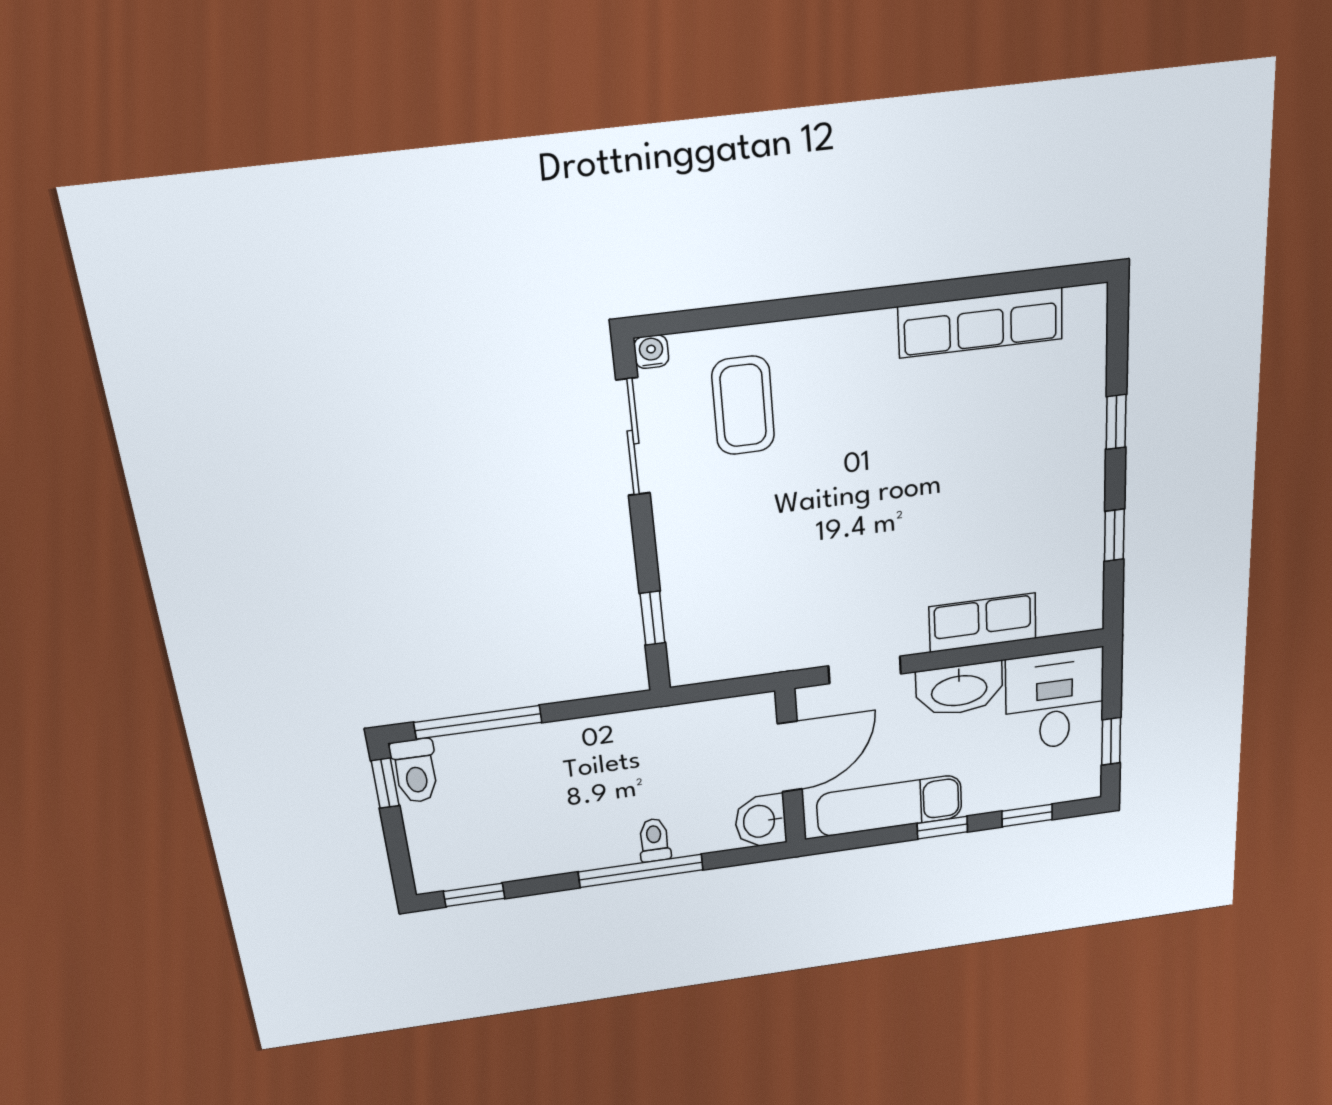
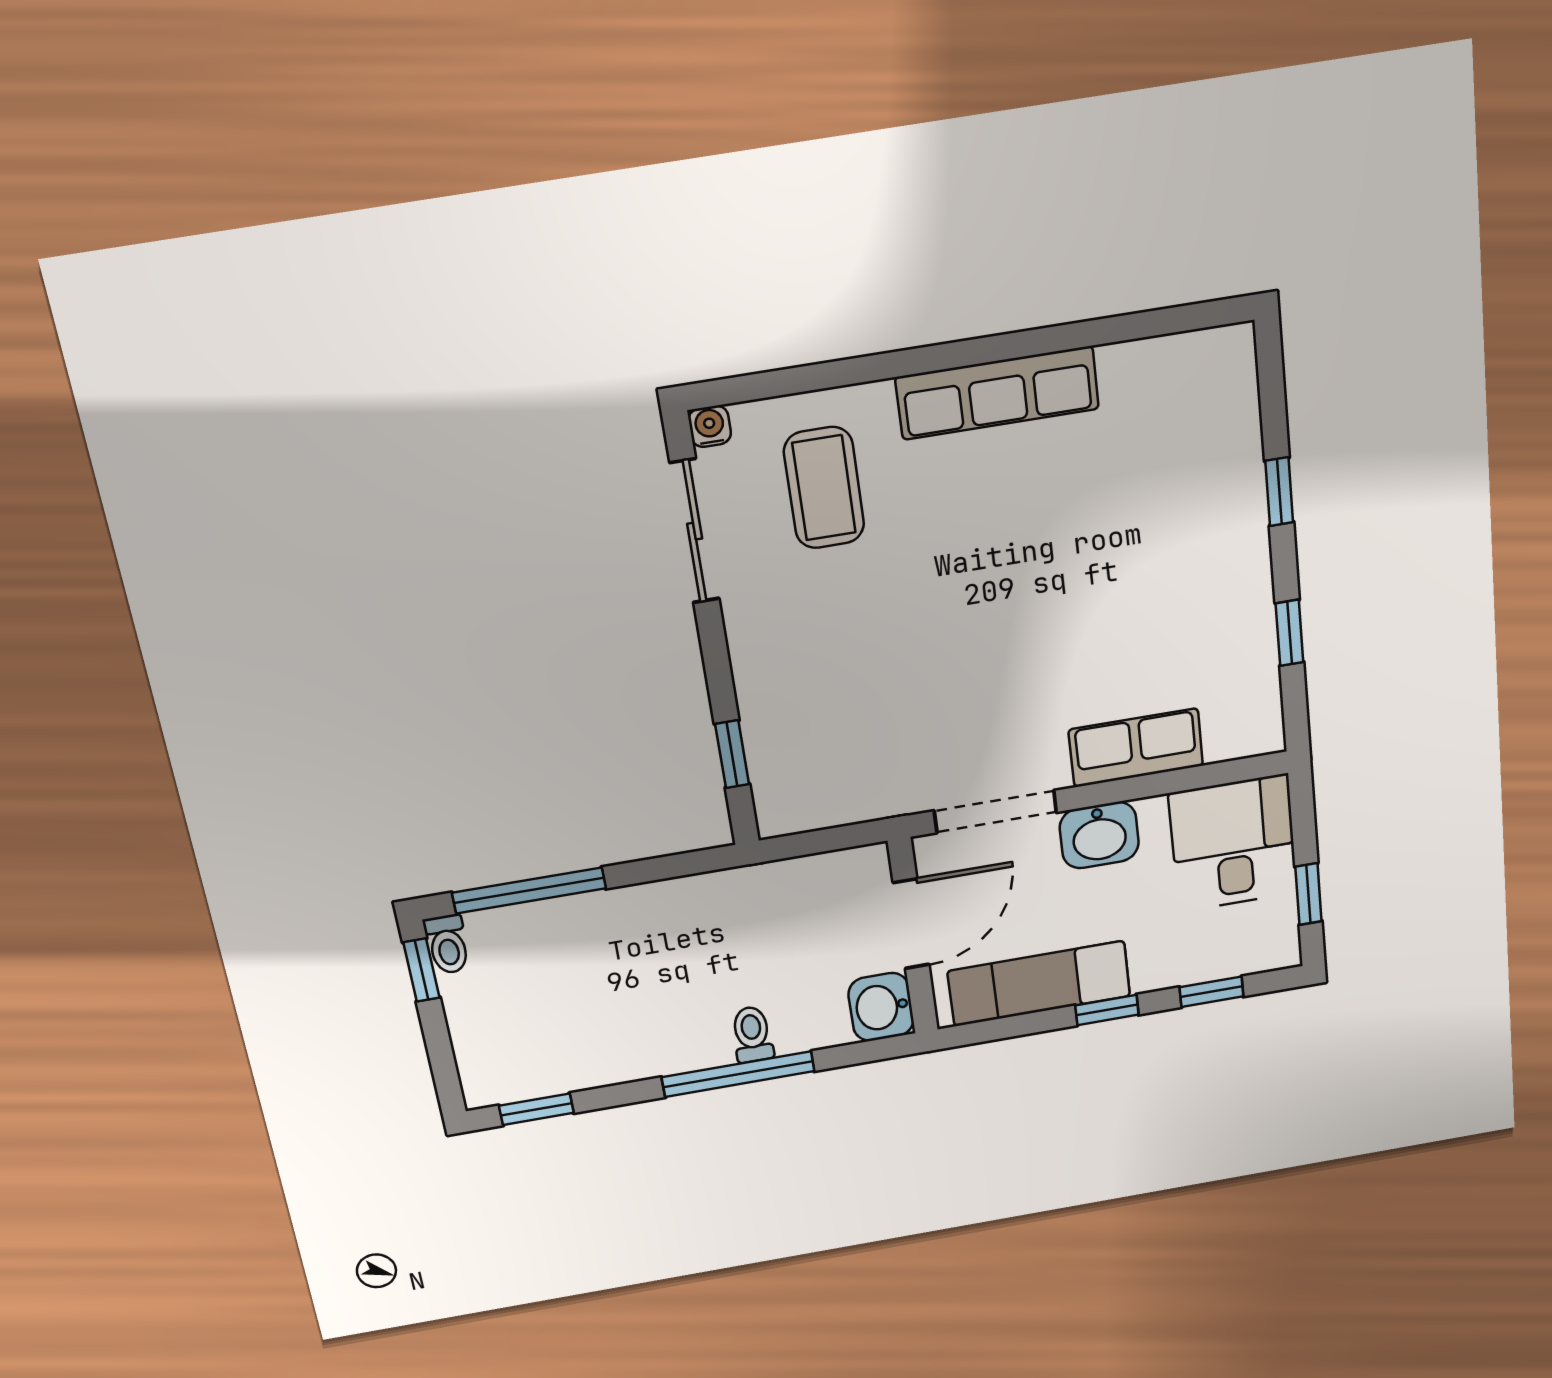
row of seats: (980, 323) -> (997, 393), moved
doorway: (865, 670) -> (995, 812), width x1.38
washbasin: (959, 689) -> (1099, 835), width x0.72
toilet: (415, 771) -> (447, 944), width x0.73, depth x0.72

